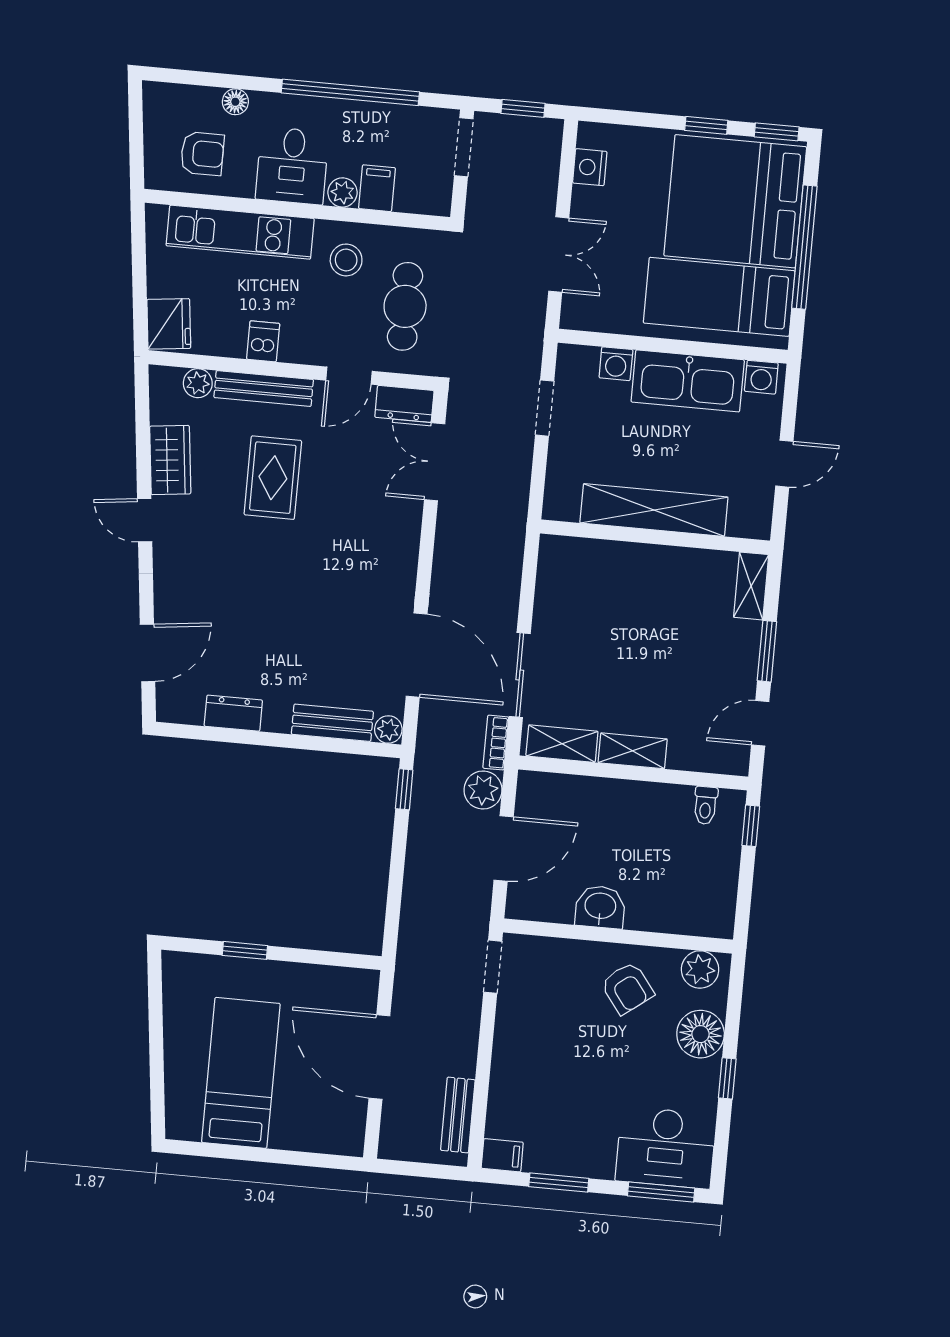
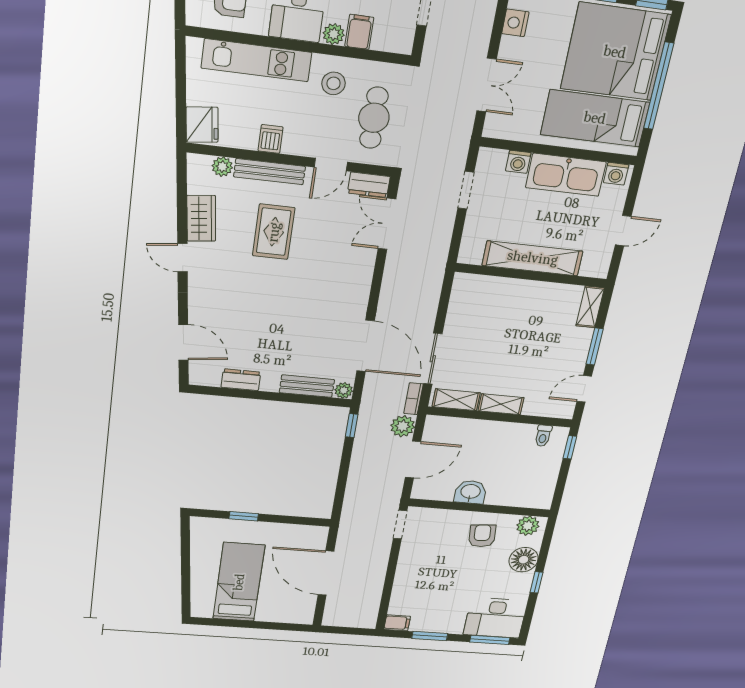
door: (148, 653) -> (183, 342), hinge flipped
armchair: (627, 988) -> (482, 536), turned -148
bench: (458, 1115) -> (372, 603), removed

